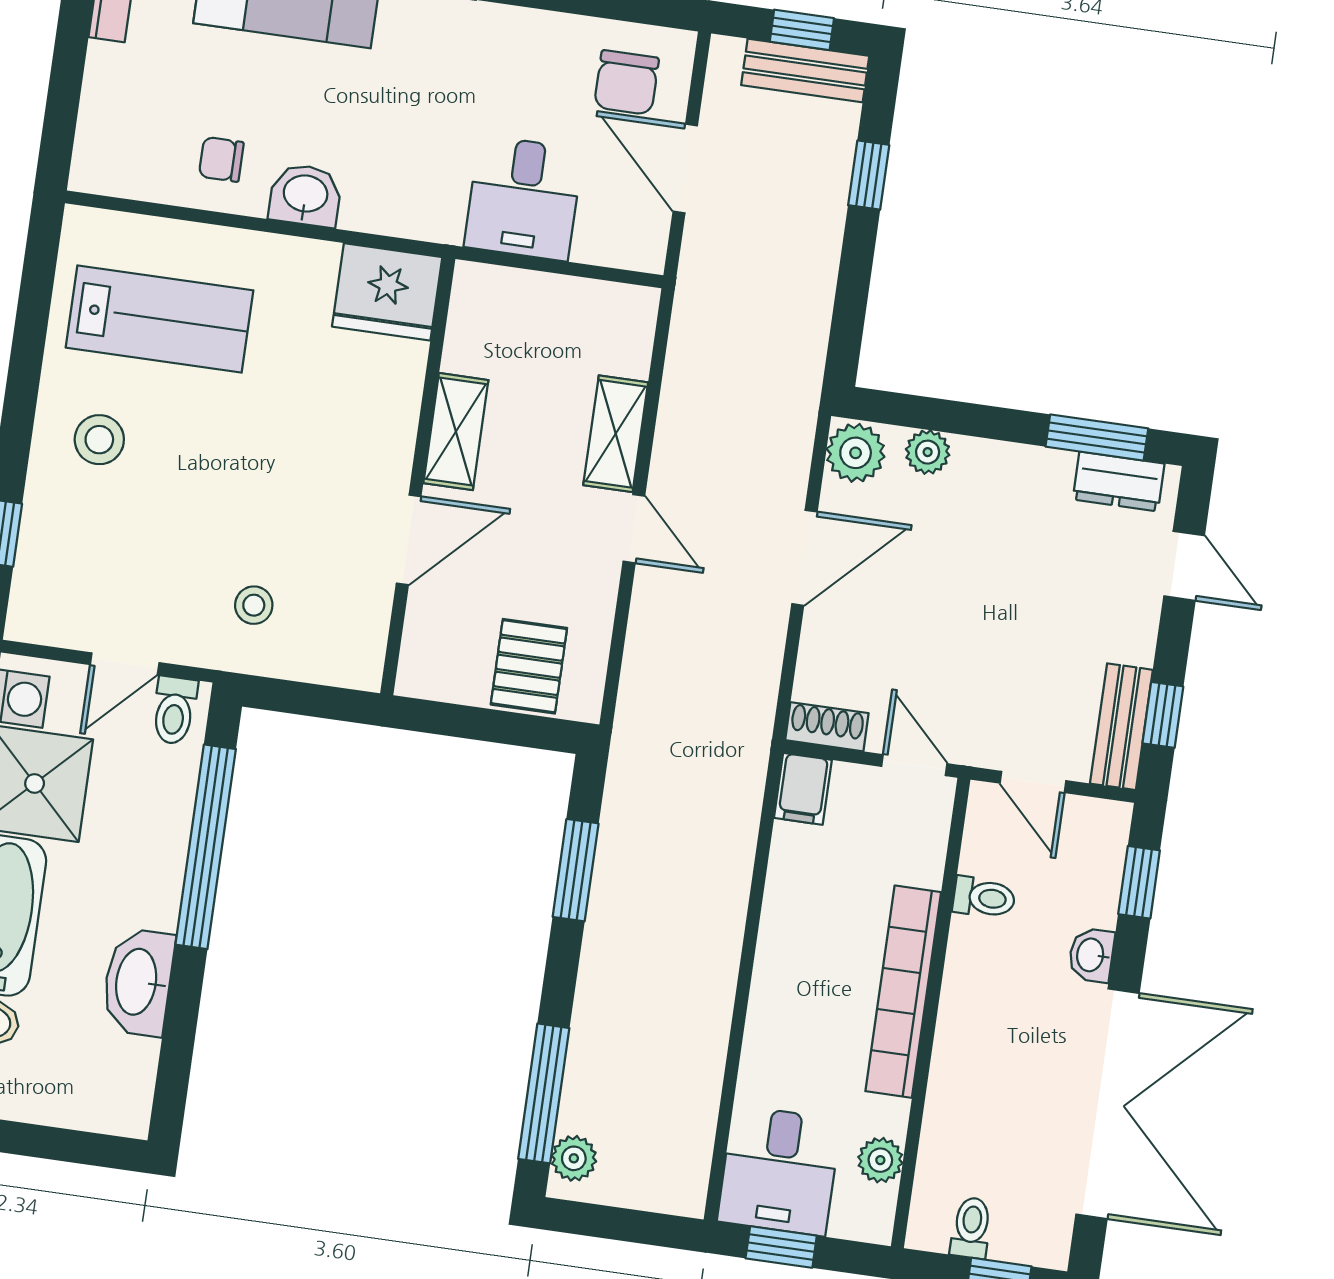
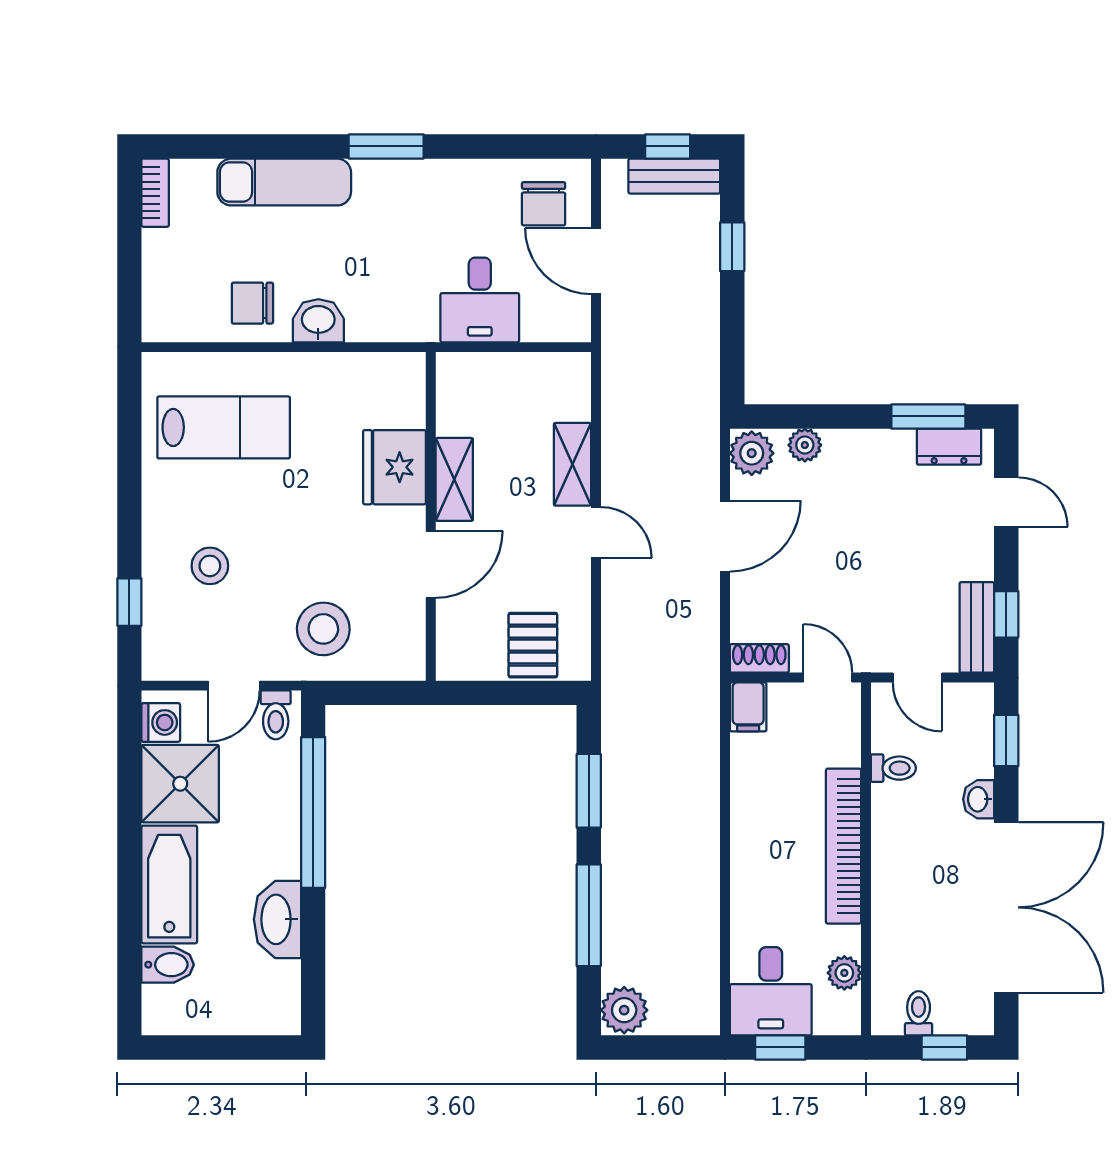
chair: (221, 159) -> (252, 303), width x1.37, depth x1.37
fridge: (387, 292) -> (395, 467), moved, turned 90
stool: (99, 440) -> (210, 566), moved
stool: (254, 605) -> (323, 629), width x1.89, depth x1.89
window: (544, 1093) -> (589, 915), moved
plant: (574, 1158) -> (624, 1010), width x1.38, depth x1.38

